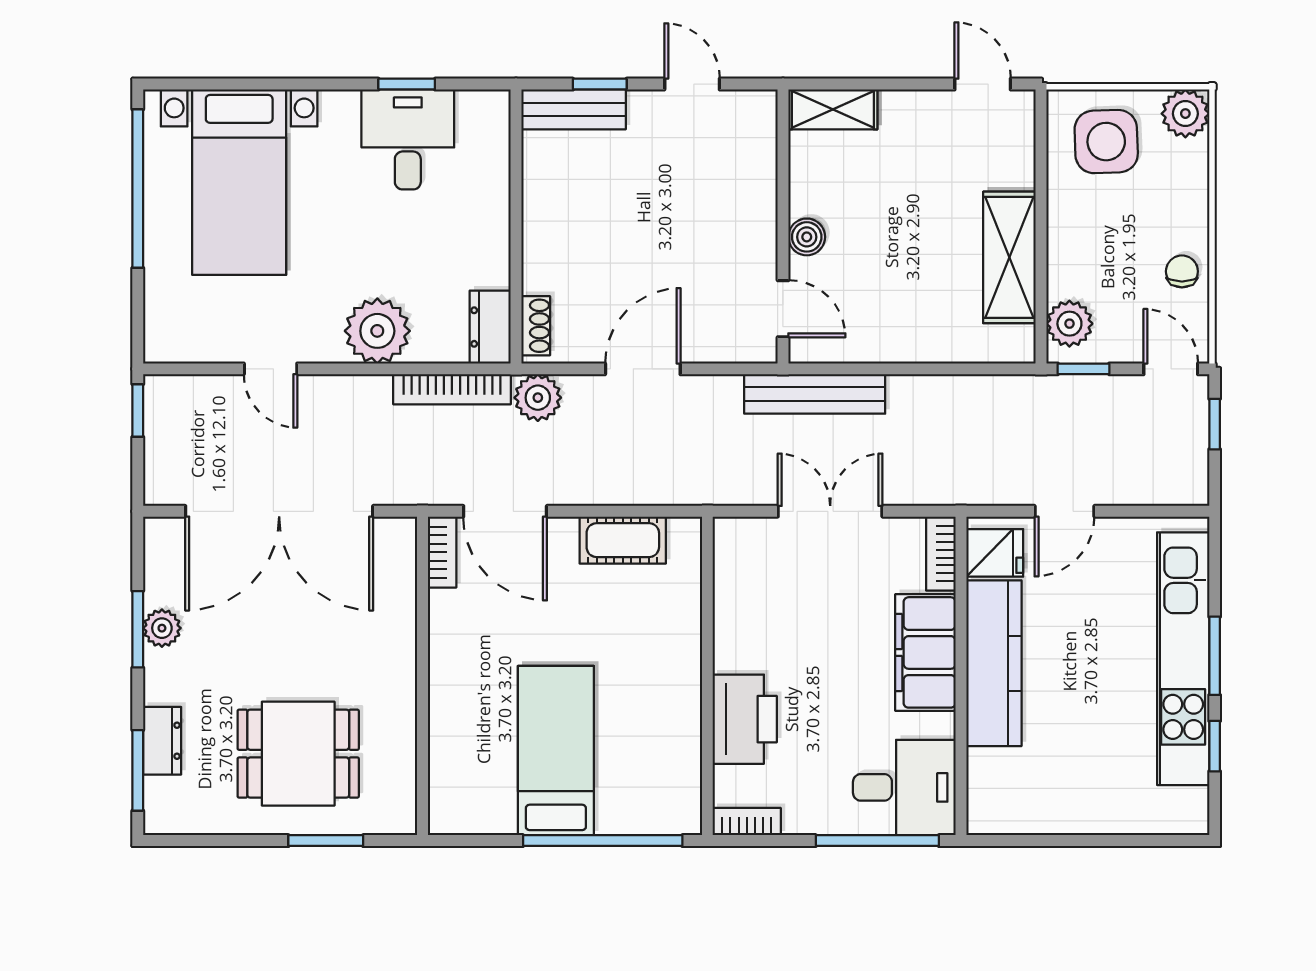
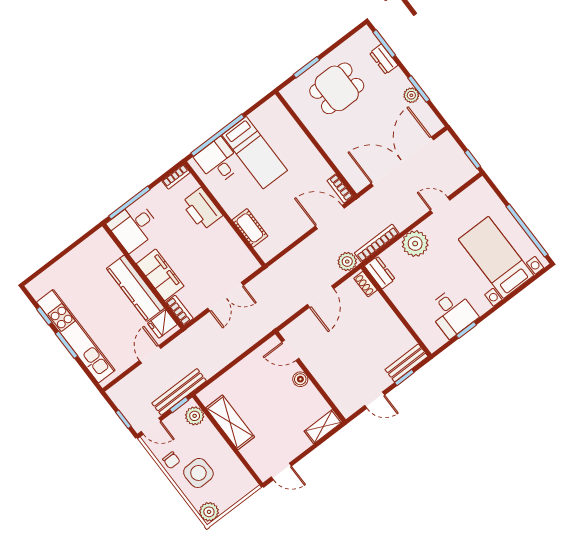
side table: (1106, 142) -> (198, 473), moved
bench: (815, 394) -> (179, 392), moved
cot: (623, 540) -> (250, 228), moved, turned 90
desk: (641, 789) -> (218, 161), added

